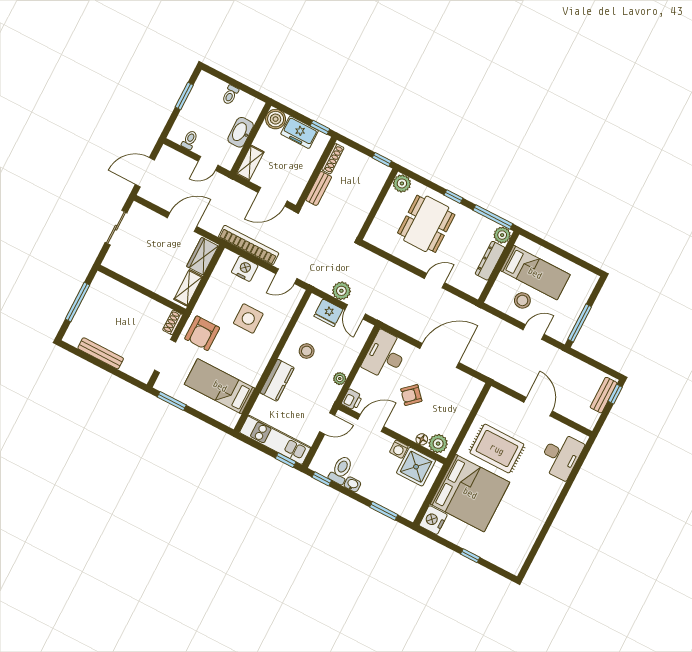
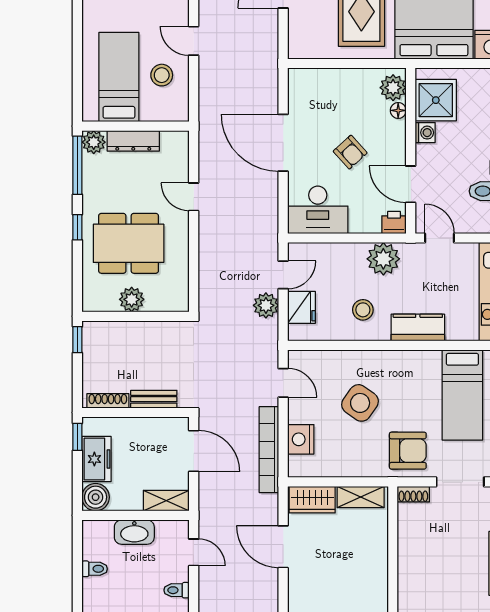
plant: (402, 183) -> (132, 299), moved
side table: (248, 319) -> (360, 403), turned 35
plant: (340, 379) -> (383, 259), width x1.87, depth x1.87

